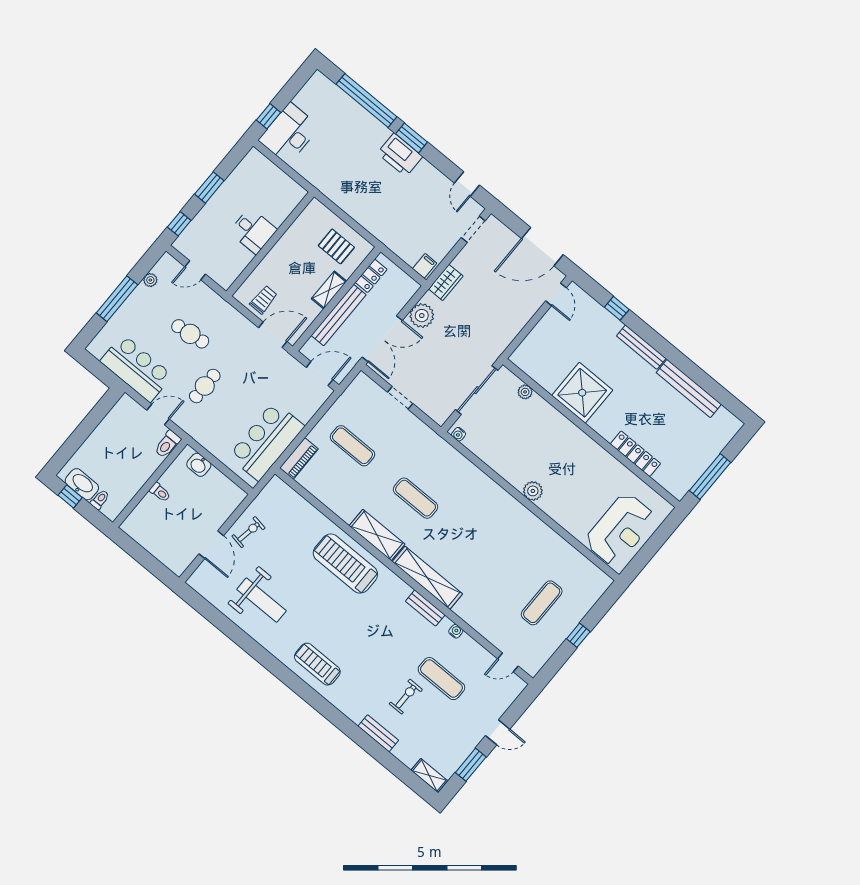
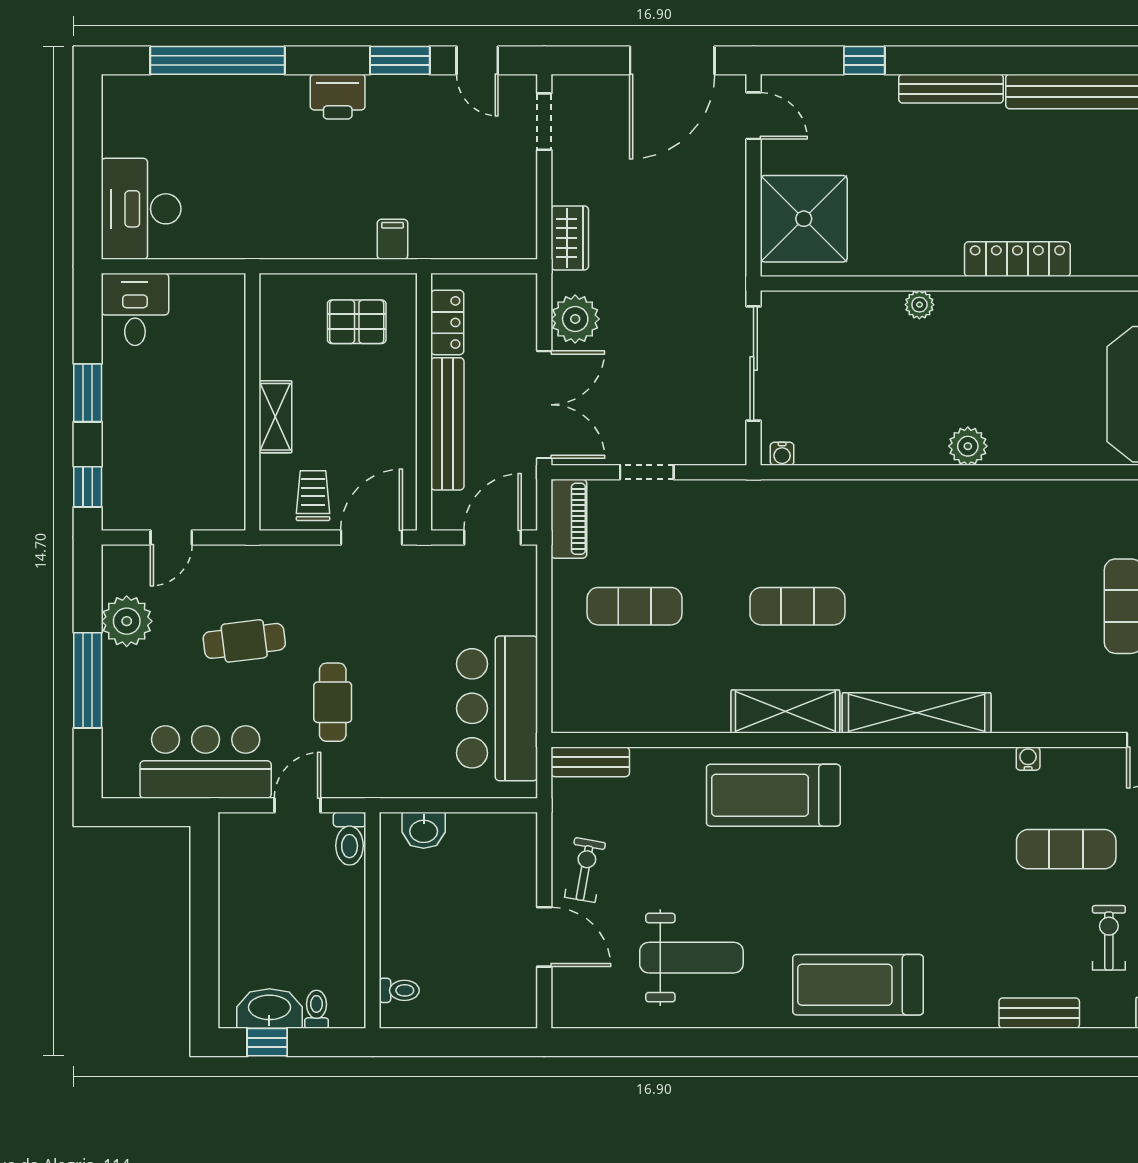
window: (268, 116) -> (88, 209), removed
window: (412, 138) -> (400, 60), moved
printer: (400, 155) -> (338, 97), width x0.73, depth x0.84
desk: (253, 231) -> (135, 309), moved, turned -90
filing cabinet: (425, 266) -> (392, 239), moved
plant: (150, 280) -> (127, 621), width x1.88, depth x1.88
shelving: (329, 290) -> (275, 417), moved
plant: (525, 392) -> (919, 305), moved
shower: (582, 393) -> (804, 219), moved
locker: (635, 454) -> (1017, 259), moved
piano: (299, 458) -> (569, 519), moved
toilet: (160, 492) -> (399, 990), moved
bench: (425, 608) -> (590, 762), moved
treadmill: (317, 664) -> (858, 985), width x1.37, depth x1.38
exercise bike: (406, 697) -> (1109, 938), moved

